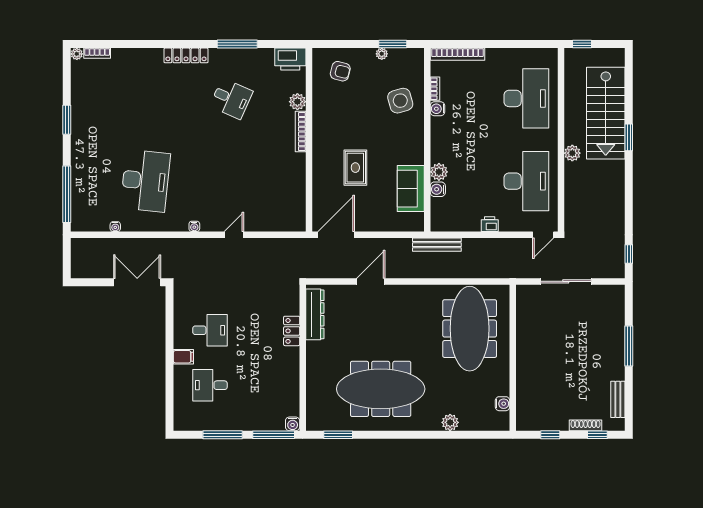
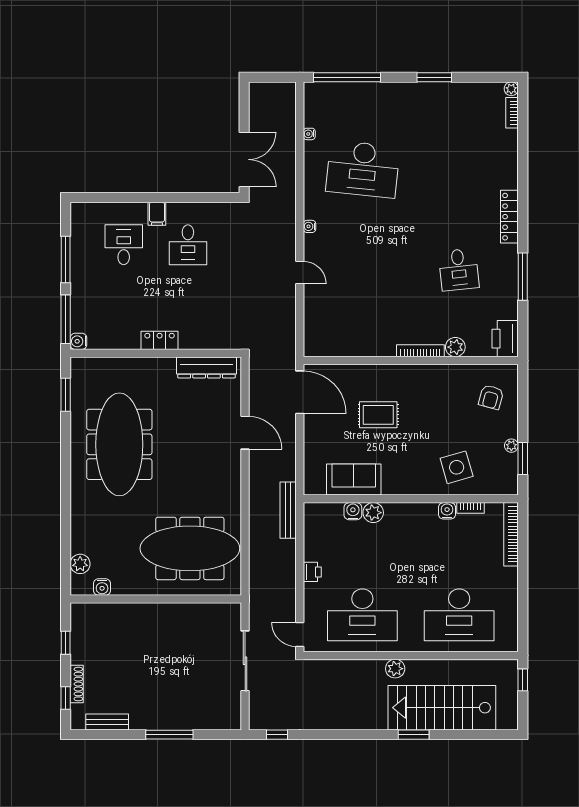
desk: (231, 99) -> (459, 270), turned -30
locker: (292, 331) -> (160, 340), moved
plant: (450, 422) -> (80, 564), moved

